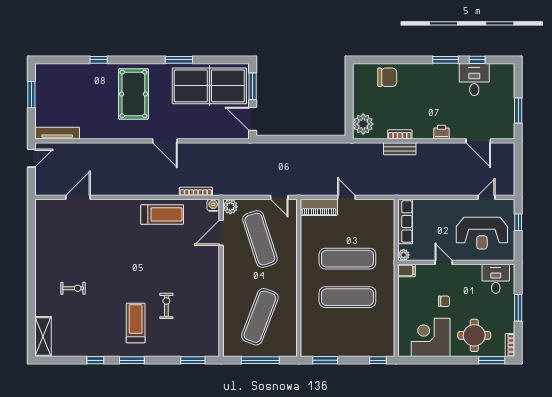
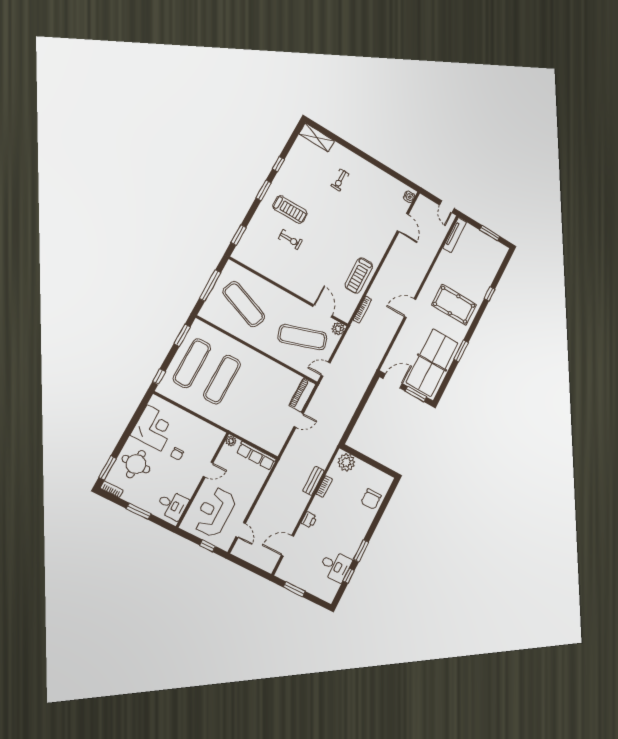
water cooler: (213, 205) -> (409, 197), moved
exercise mat: (347, 259) -> (192, 363), moved
filing cabinet: (406, 270) -> (218, 437), removed

